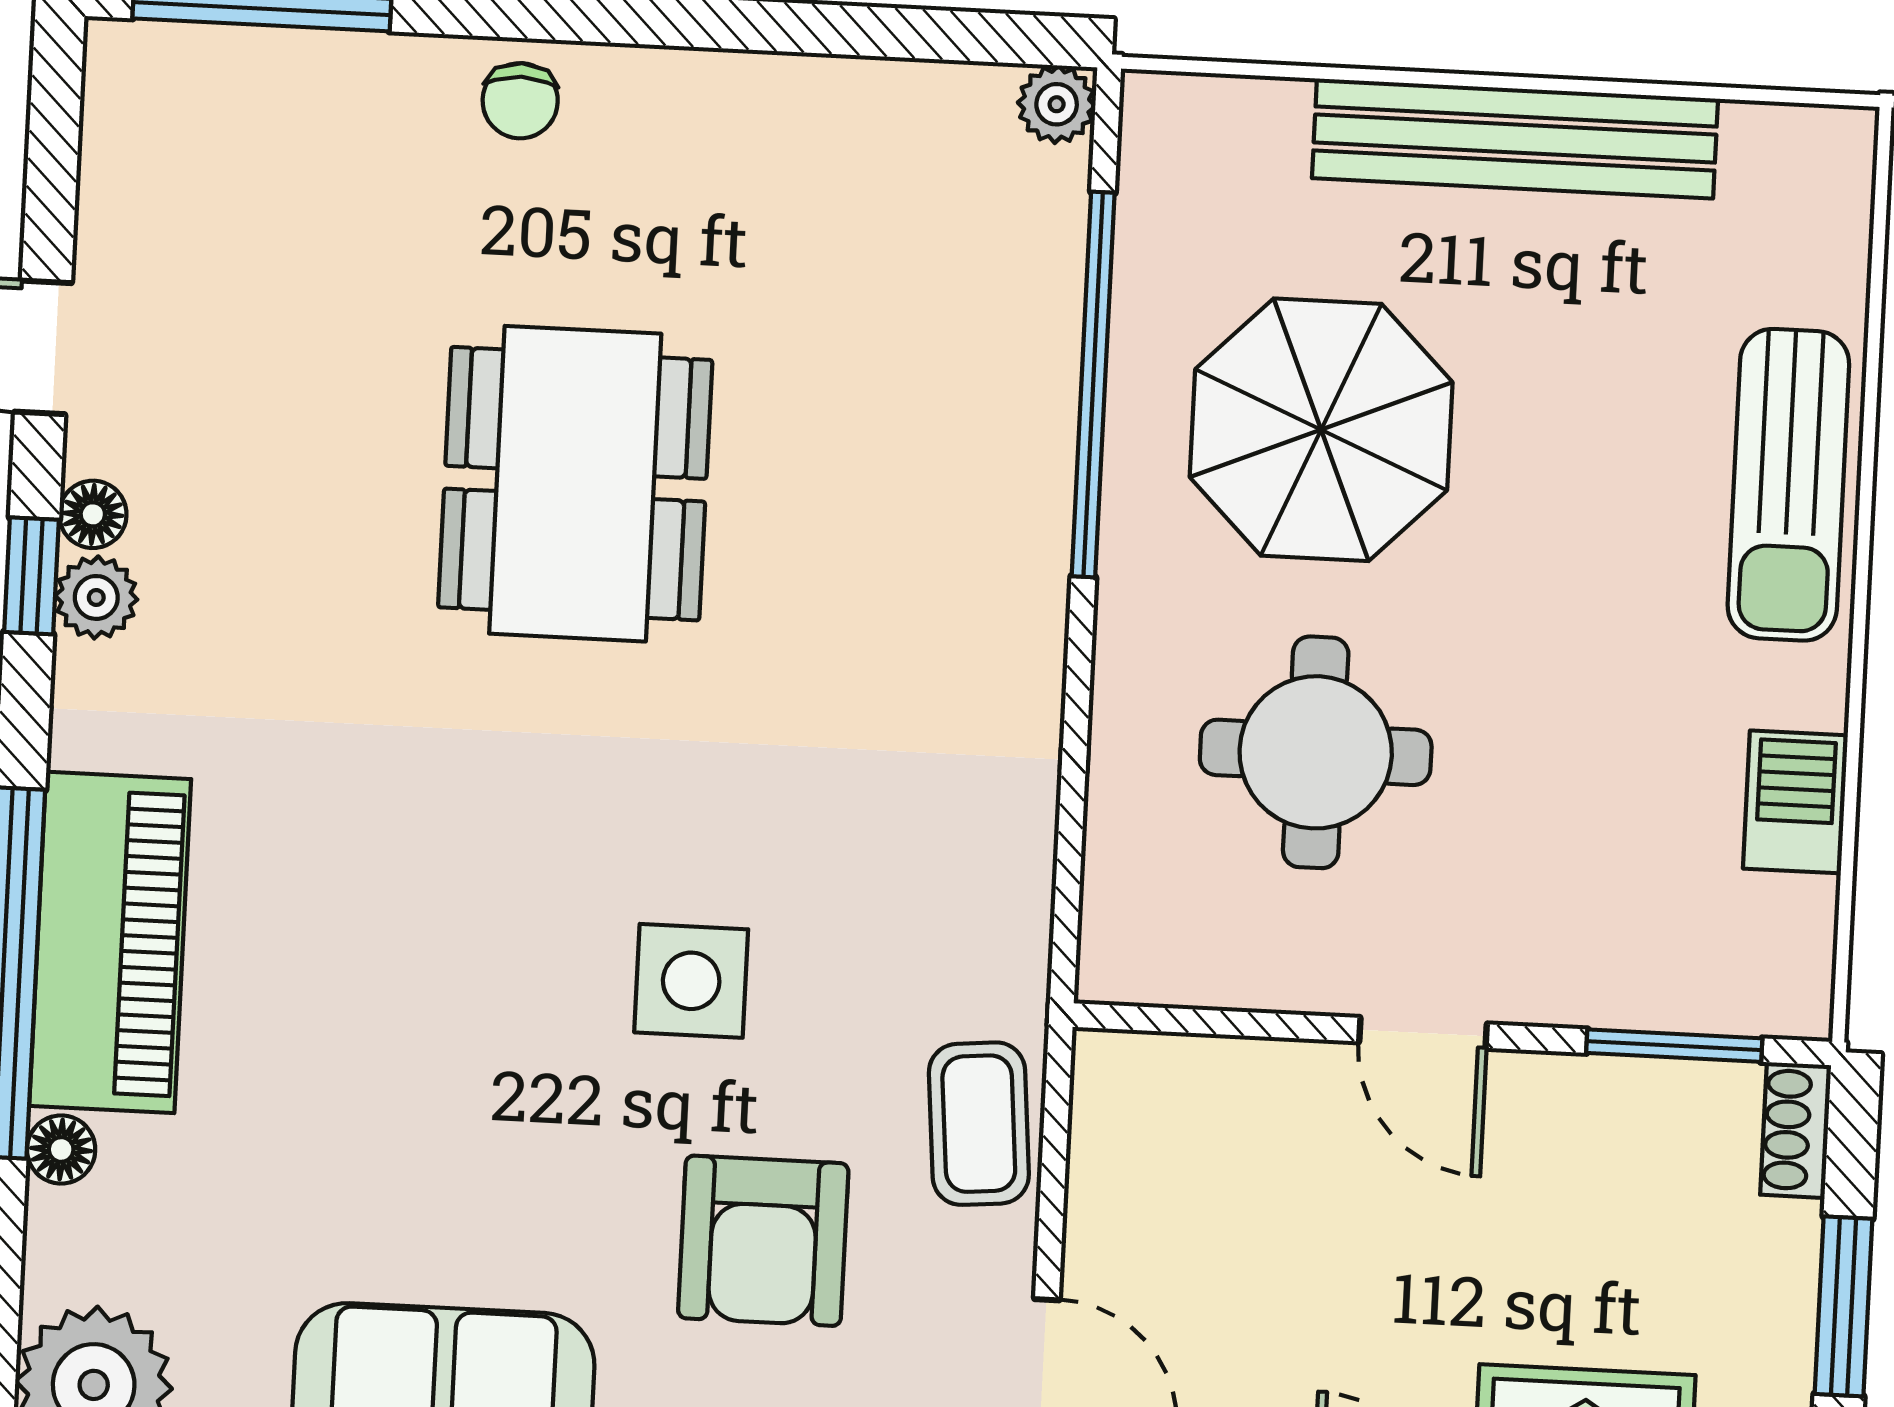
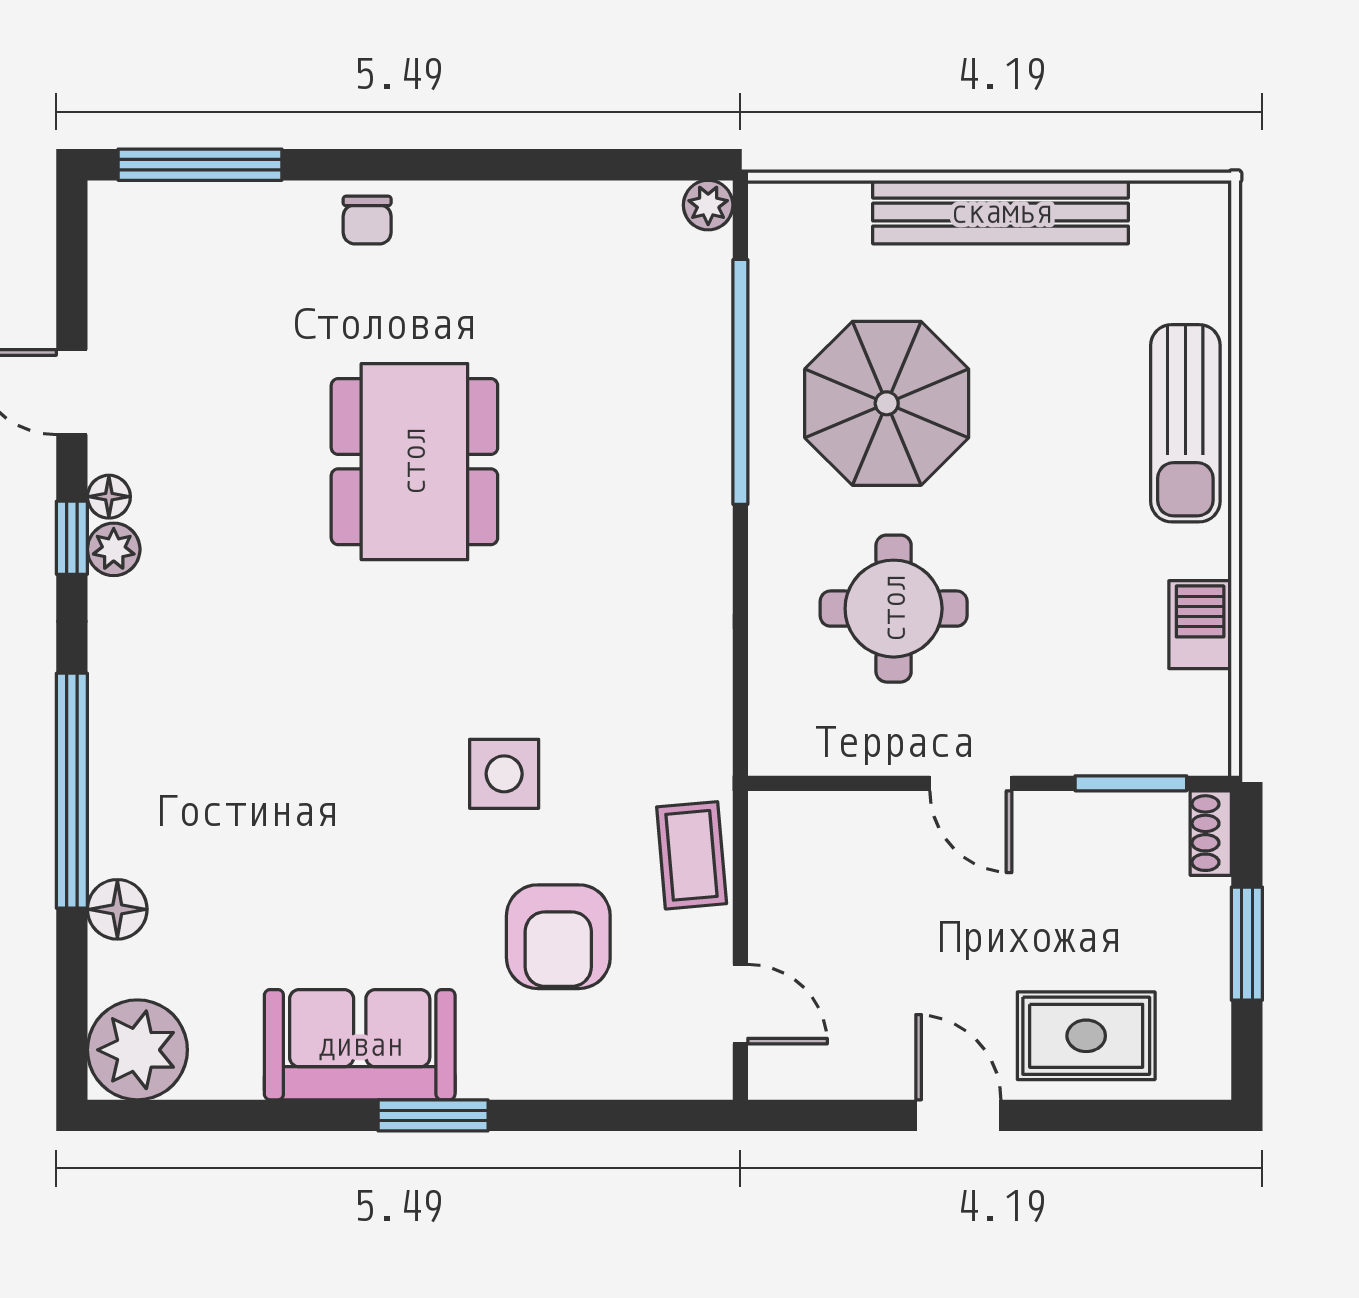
piano: (110, 942) -> (134, 768), removed
floor lamp: (61, 1149) -> (117, 909), width x1.37, depth x1.37

